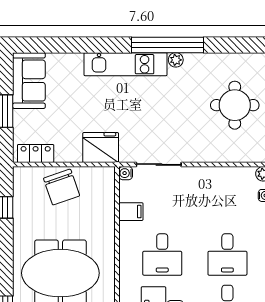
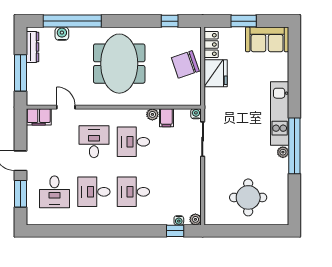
fridge: (101, 147) -> (216, 73), moved
plant: (127, 230) -> (152, 114), added

